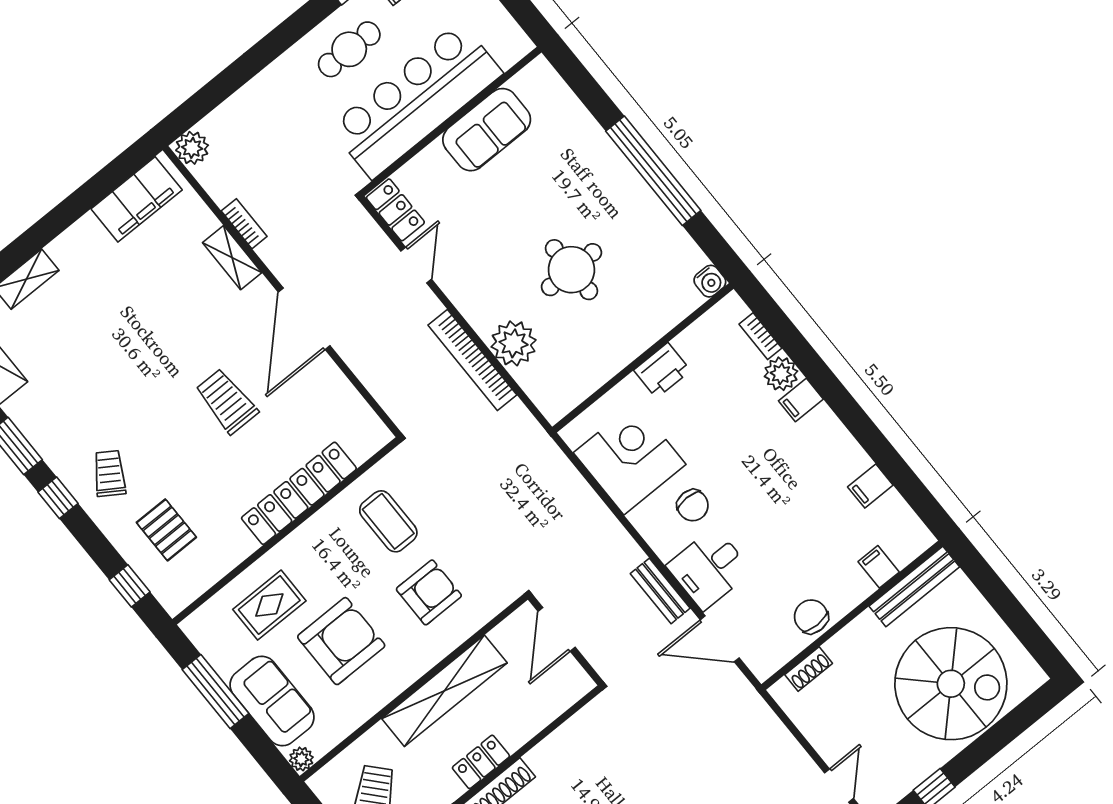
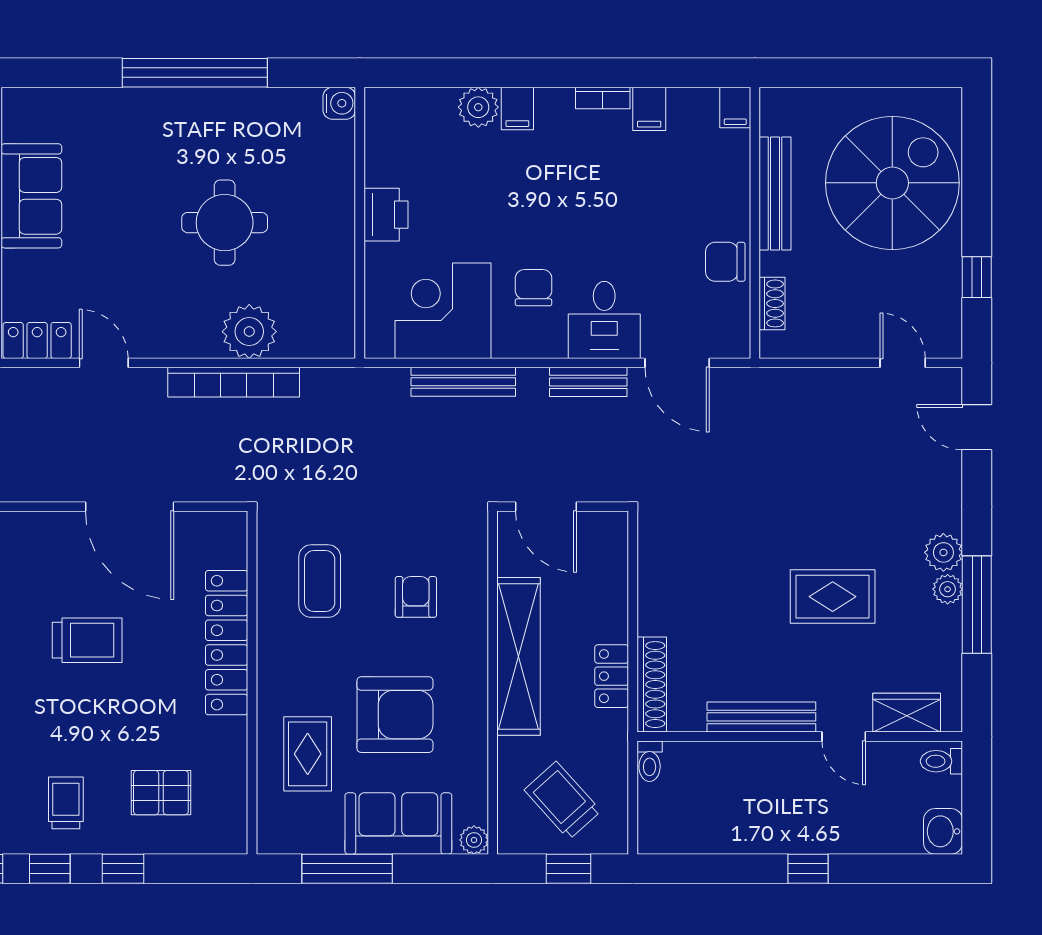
door: (304, 319) -> (130, 507), moved
bookcase: (760, 336) -> (603, 98), moved
trolley: (227, 401) -> (87, 640), turned 180
trolley: (109, 473) -> (66, 803), turned 57
chair: (693, 505) -> (534, 288), turned -90
bench: (594, 509) -> (463, 382), added
coffee table: (388, 521) -> (320, 581), turned 90
filing cabinet: (879, 567) -> (735, 107), moved, turned -90
window: (130, 586) -> (123, 869), moved
bench: (914, 586) -> (775, 194), moved
armchair: (429, 592) -> (416, 597), width x0.72, depth x0.72
door: (720, 639) -> (677, 363), hinge flipped
armchair: (341, 641) -> (395, 715), turned 90

